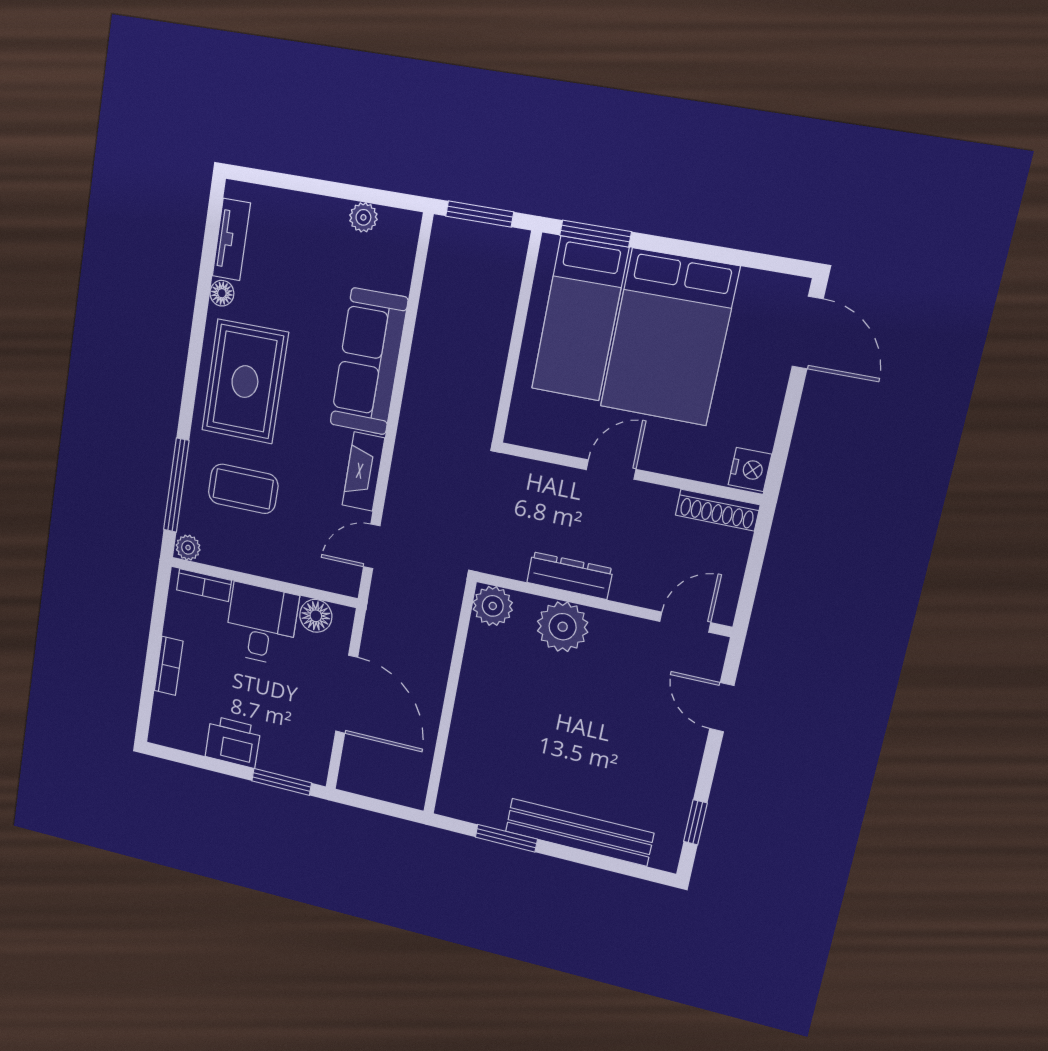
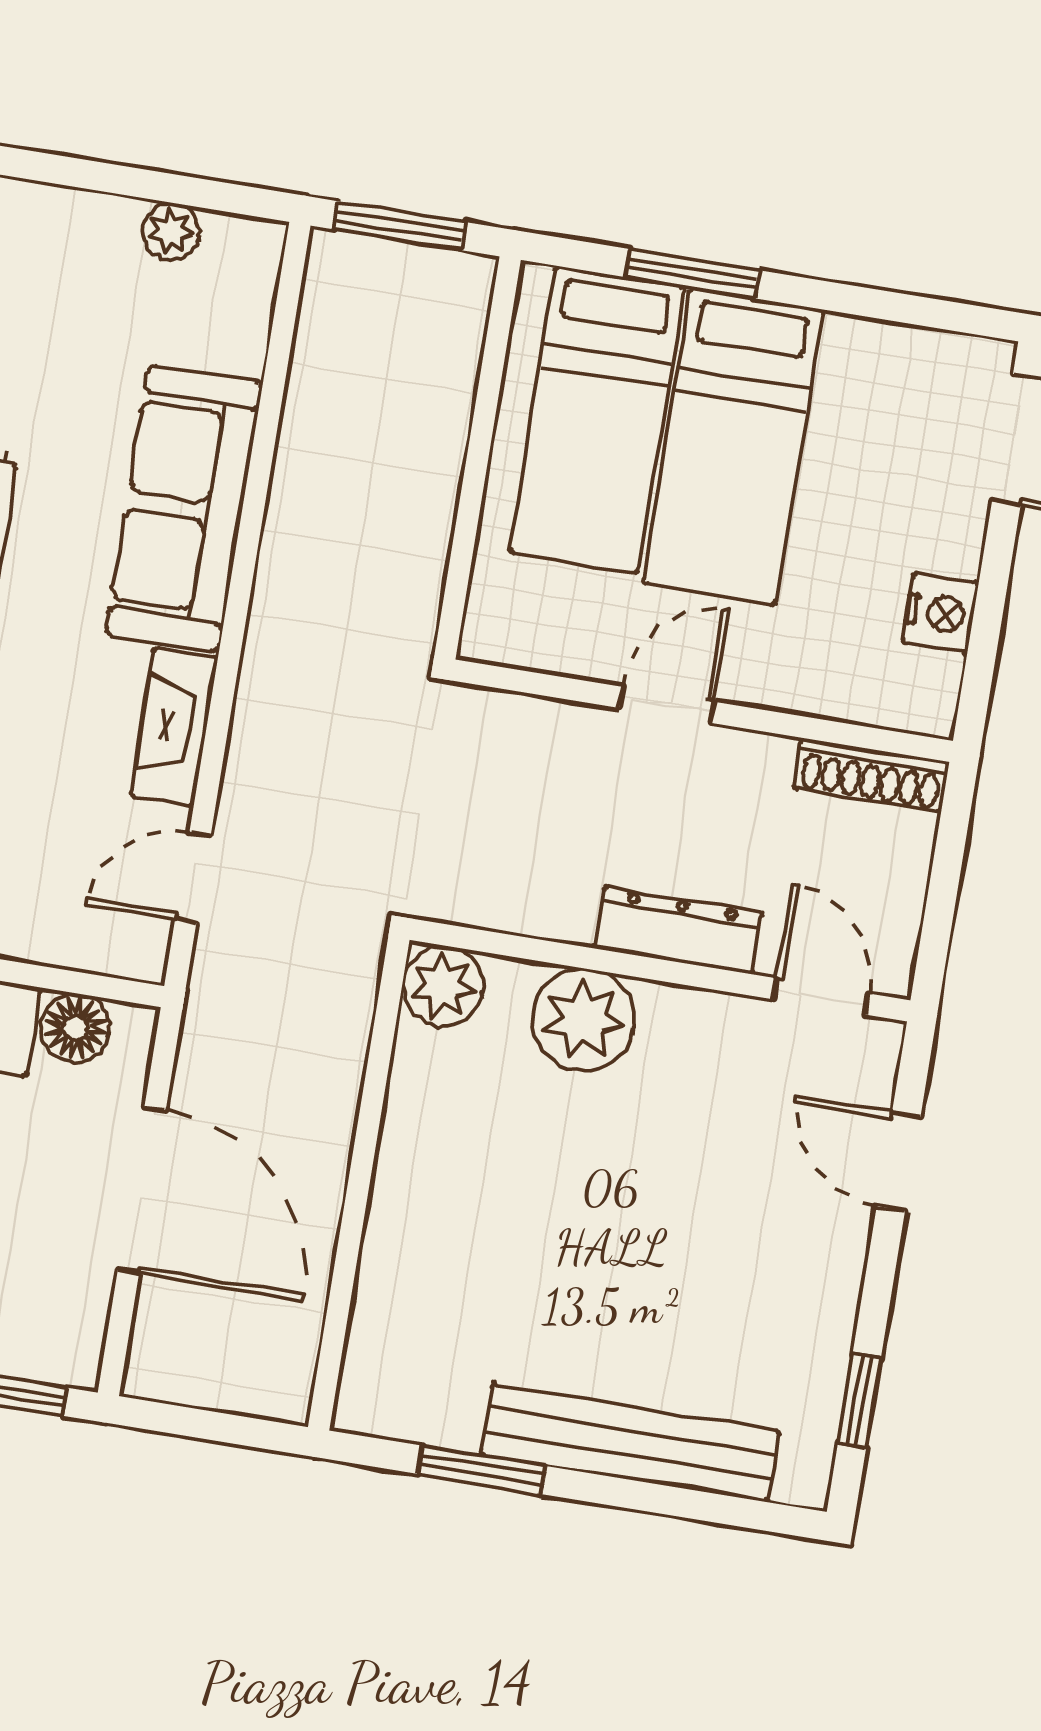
window: (595, 234) -> (692, 274), moved
bed: (669, 337) -> (733, 446), width x0.67
nightstand: (750, 469) -> (940, 613), moved
dresser: (570, 576) -> (678, 930), moved
door: (685, 622) -> (821, 996), hinge flipped

